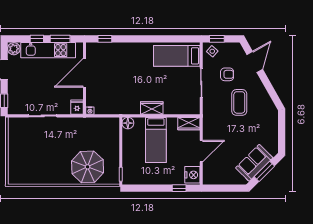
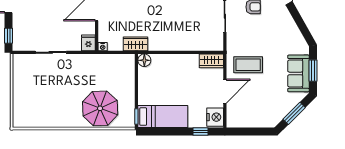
coffee table: (239, 102) -> (248, 65), moved, turned 90
wardrobe: (152, 108) -> (136, 44), moved
window: (282, 132) -> (313, 71), added
bed: (156, 140) -> (163, 117), moved, turned -90
sofa: (254, 163) -> (298, 73), moved, turned -45

